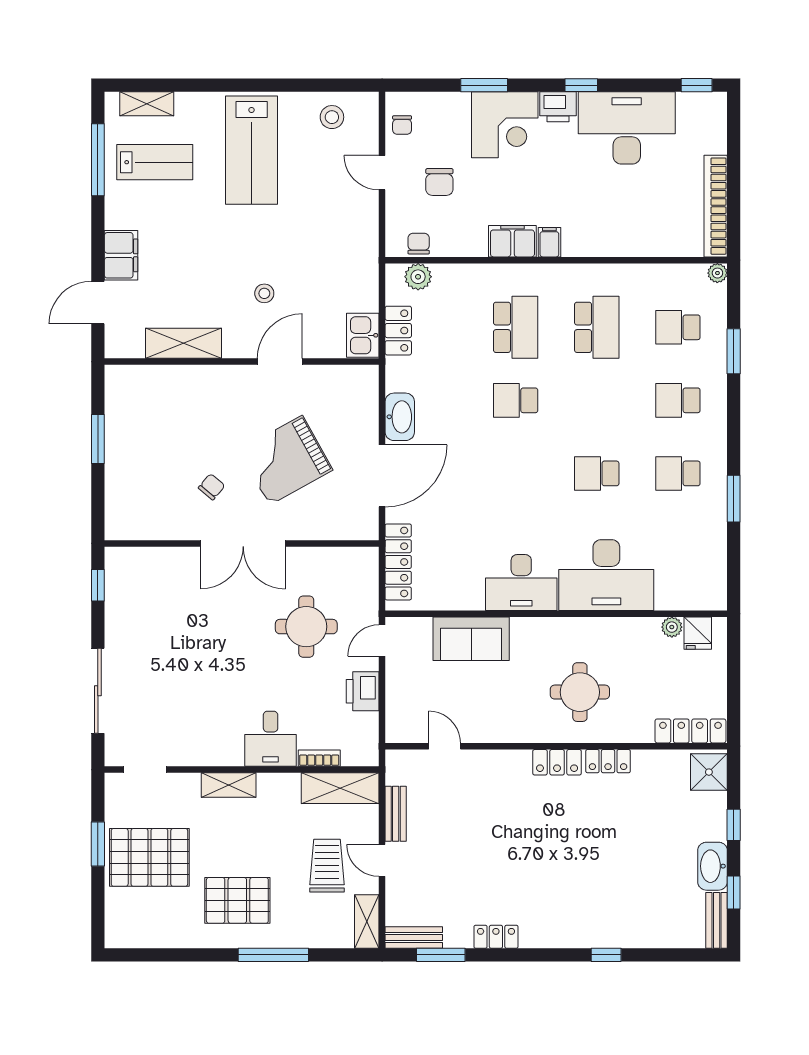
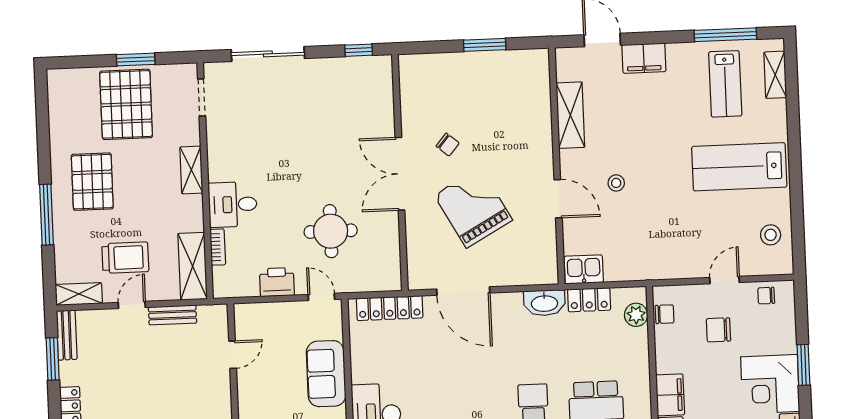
washbasin: (400, 417) -> (544, 303), moved

